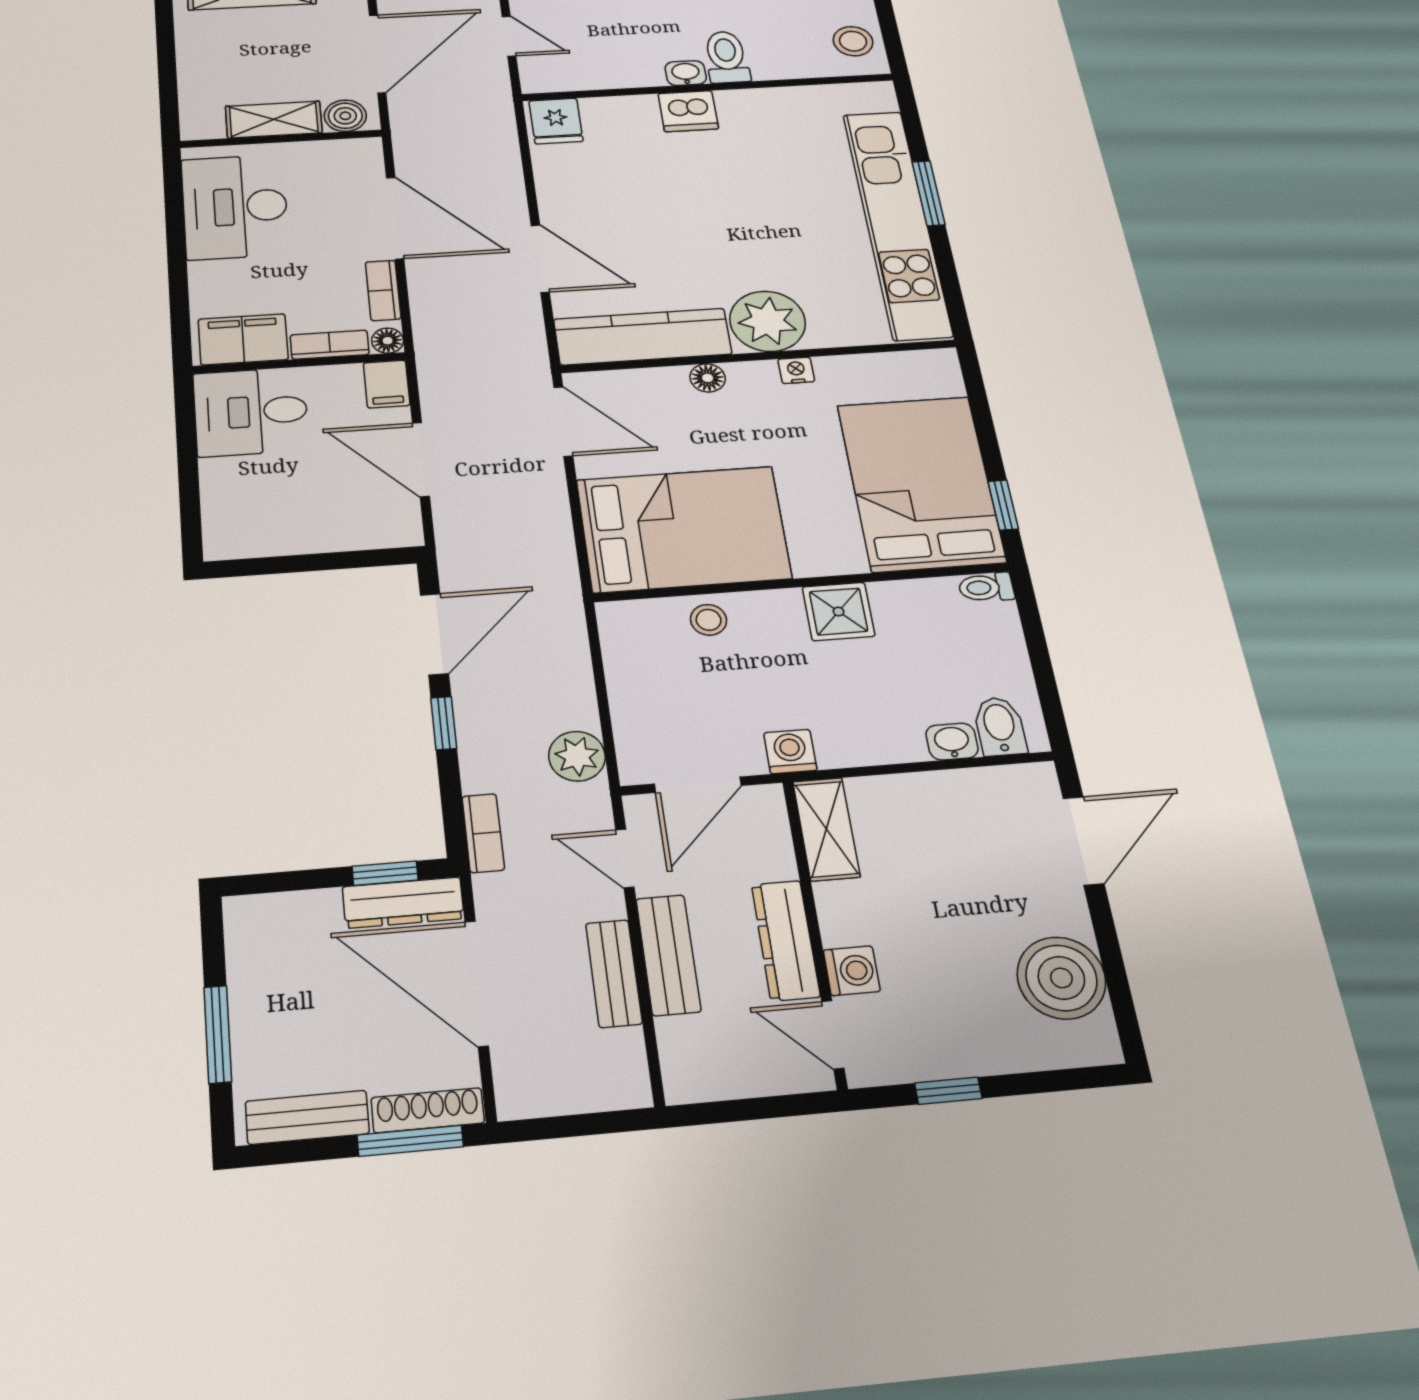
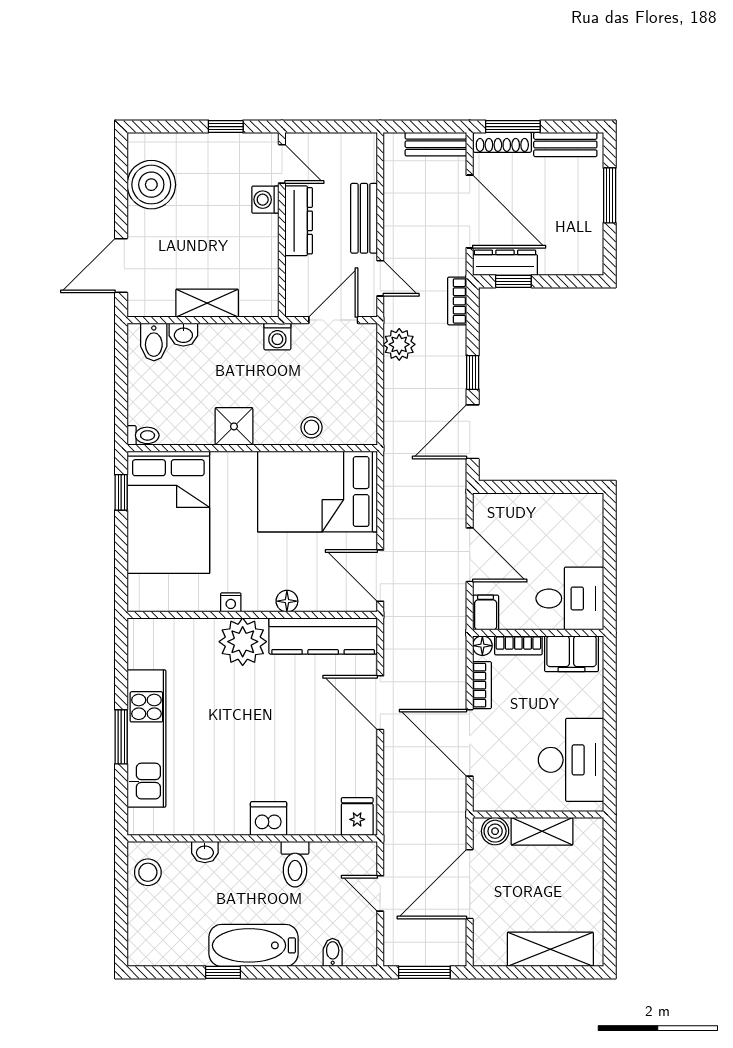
toilet: (726, 57) -> (295, 864), moved
washbasin: (686, 73) -> (205, 852), moved
kitchen unit: (897, 223) -> (146, 738), width x0.73
shelving: (826, 829) -> (207, 303), moved, turned 90
bench: (614, 973) -> (436, 144), moved, turned 90

